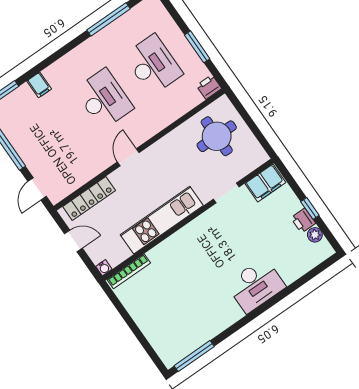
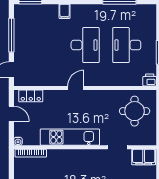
desk: (153, 65) -> (127, 45), turned 180
filing cabinet: (39, 85) -> (65, 11), moved
locker: (89, 199) -> (31, 96), width x0.66

